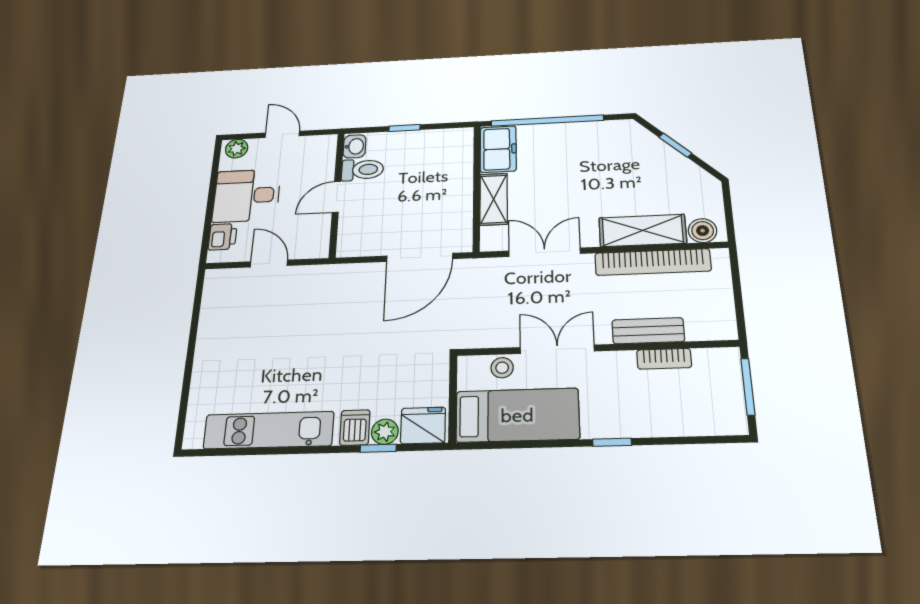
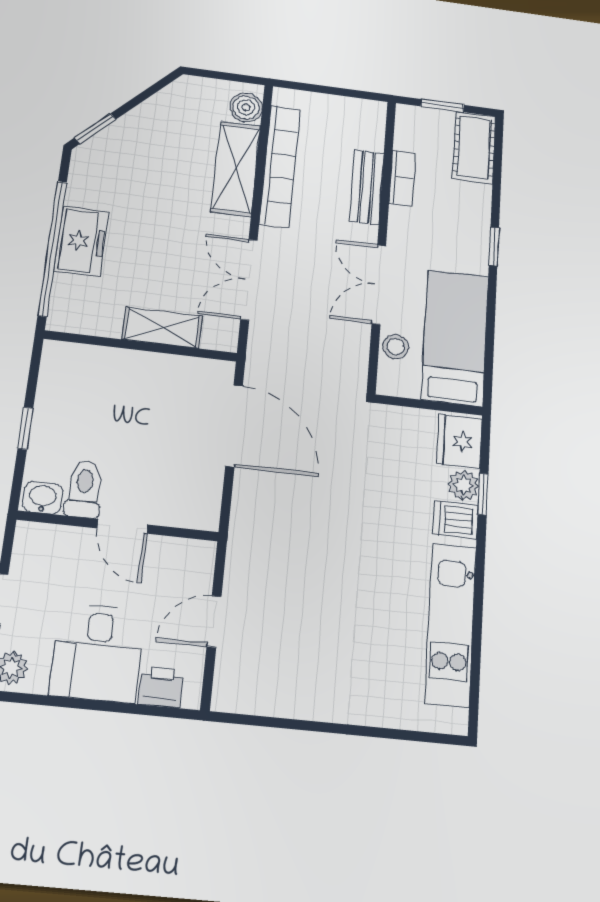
window: (675, 145) -> (95, 129), moved
freezer: (498, 149) -> (81, 241), moved, turned 90
window: (748, 387) -> (442, 106), width x0.67
cot: (711, 418) -> (474, 147), added

